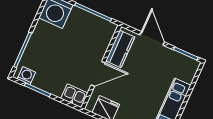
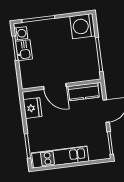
kitchen sink: (74, 96) -> (24, 50), moved

